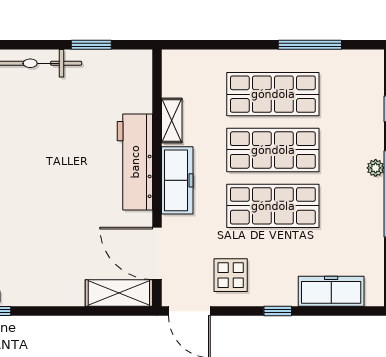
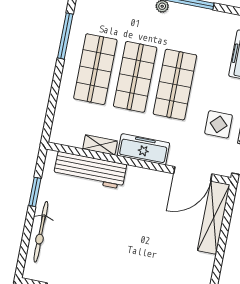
workbench: (135, 162) -> (90, 170), moved
shelving: (119, 293) -> (214, 218), width x1.47

